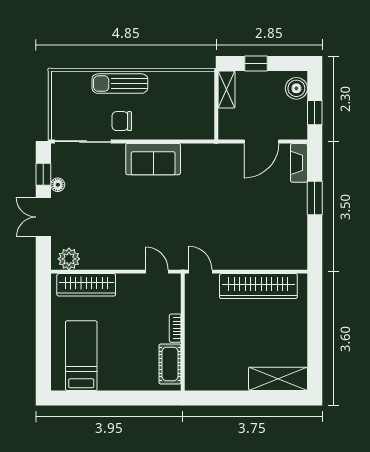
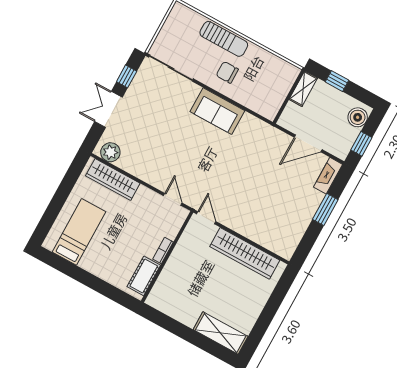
sun lounger: (120, 84) -> (224, 39), turned 180
chair: (122, 121) -> (227, 72), moved
floor lamp: (58, 185) -> (133, 91), removed

